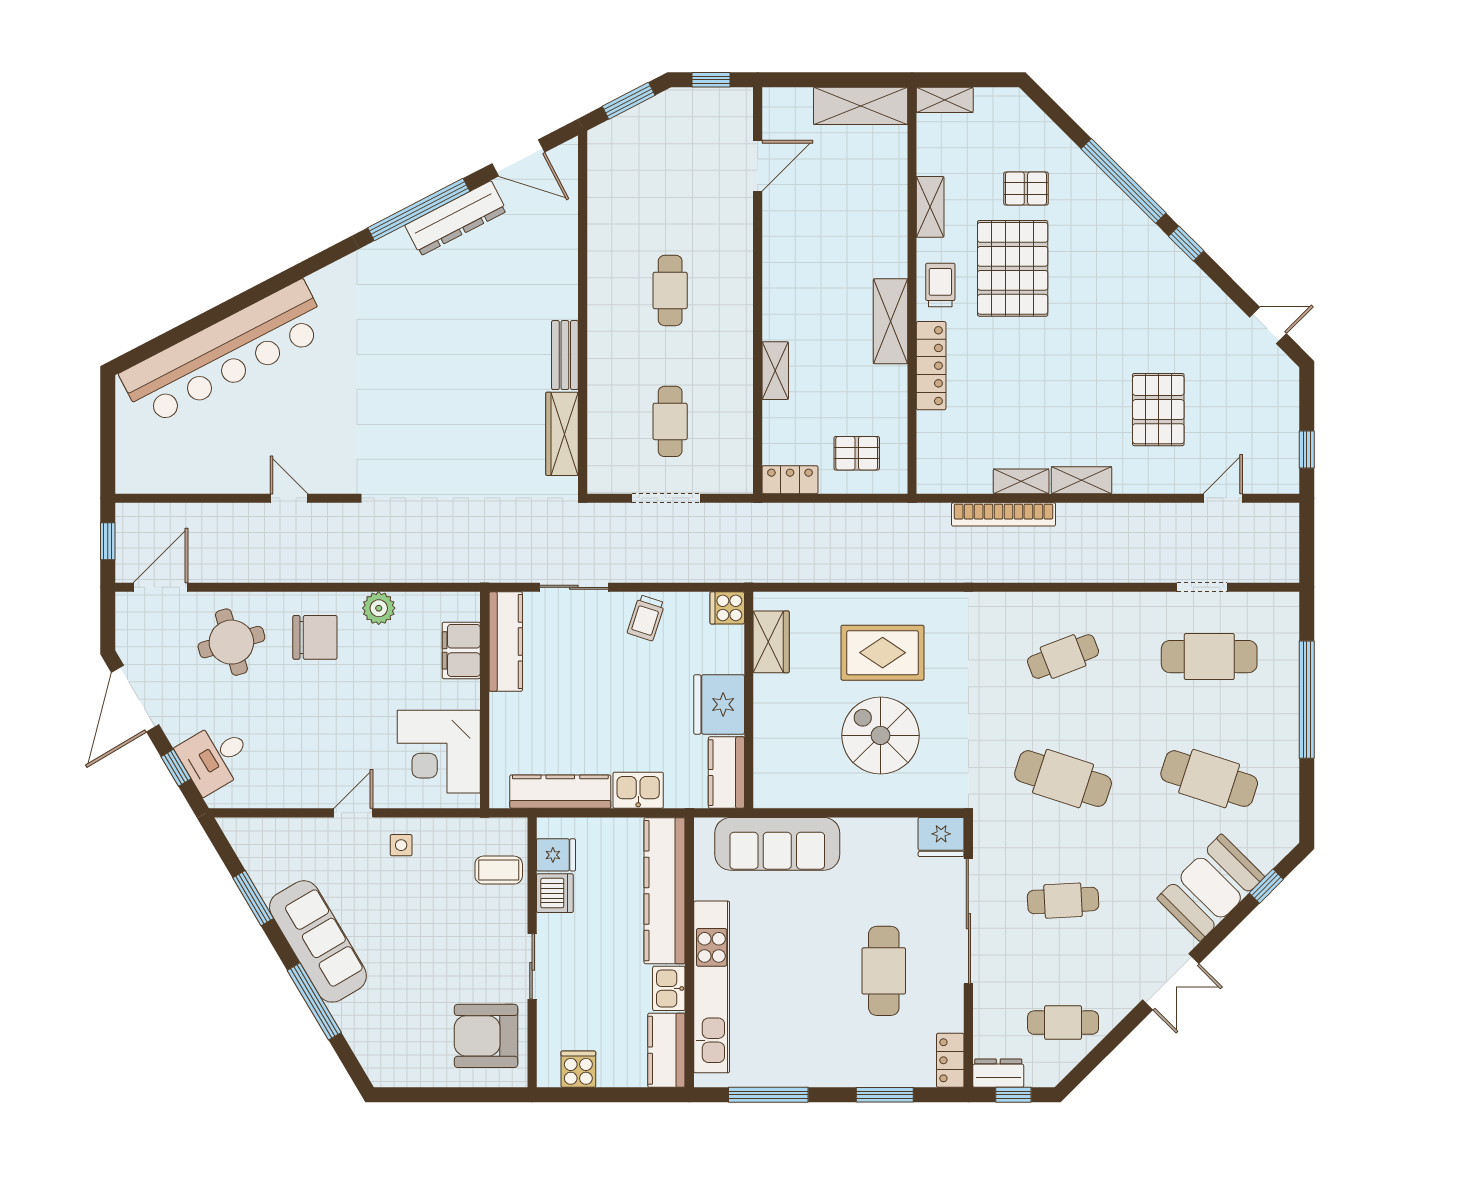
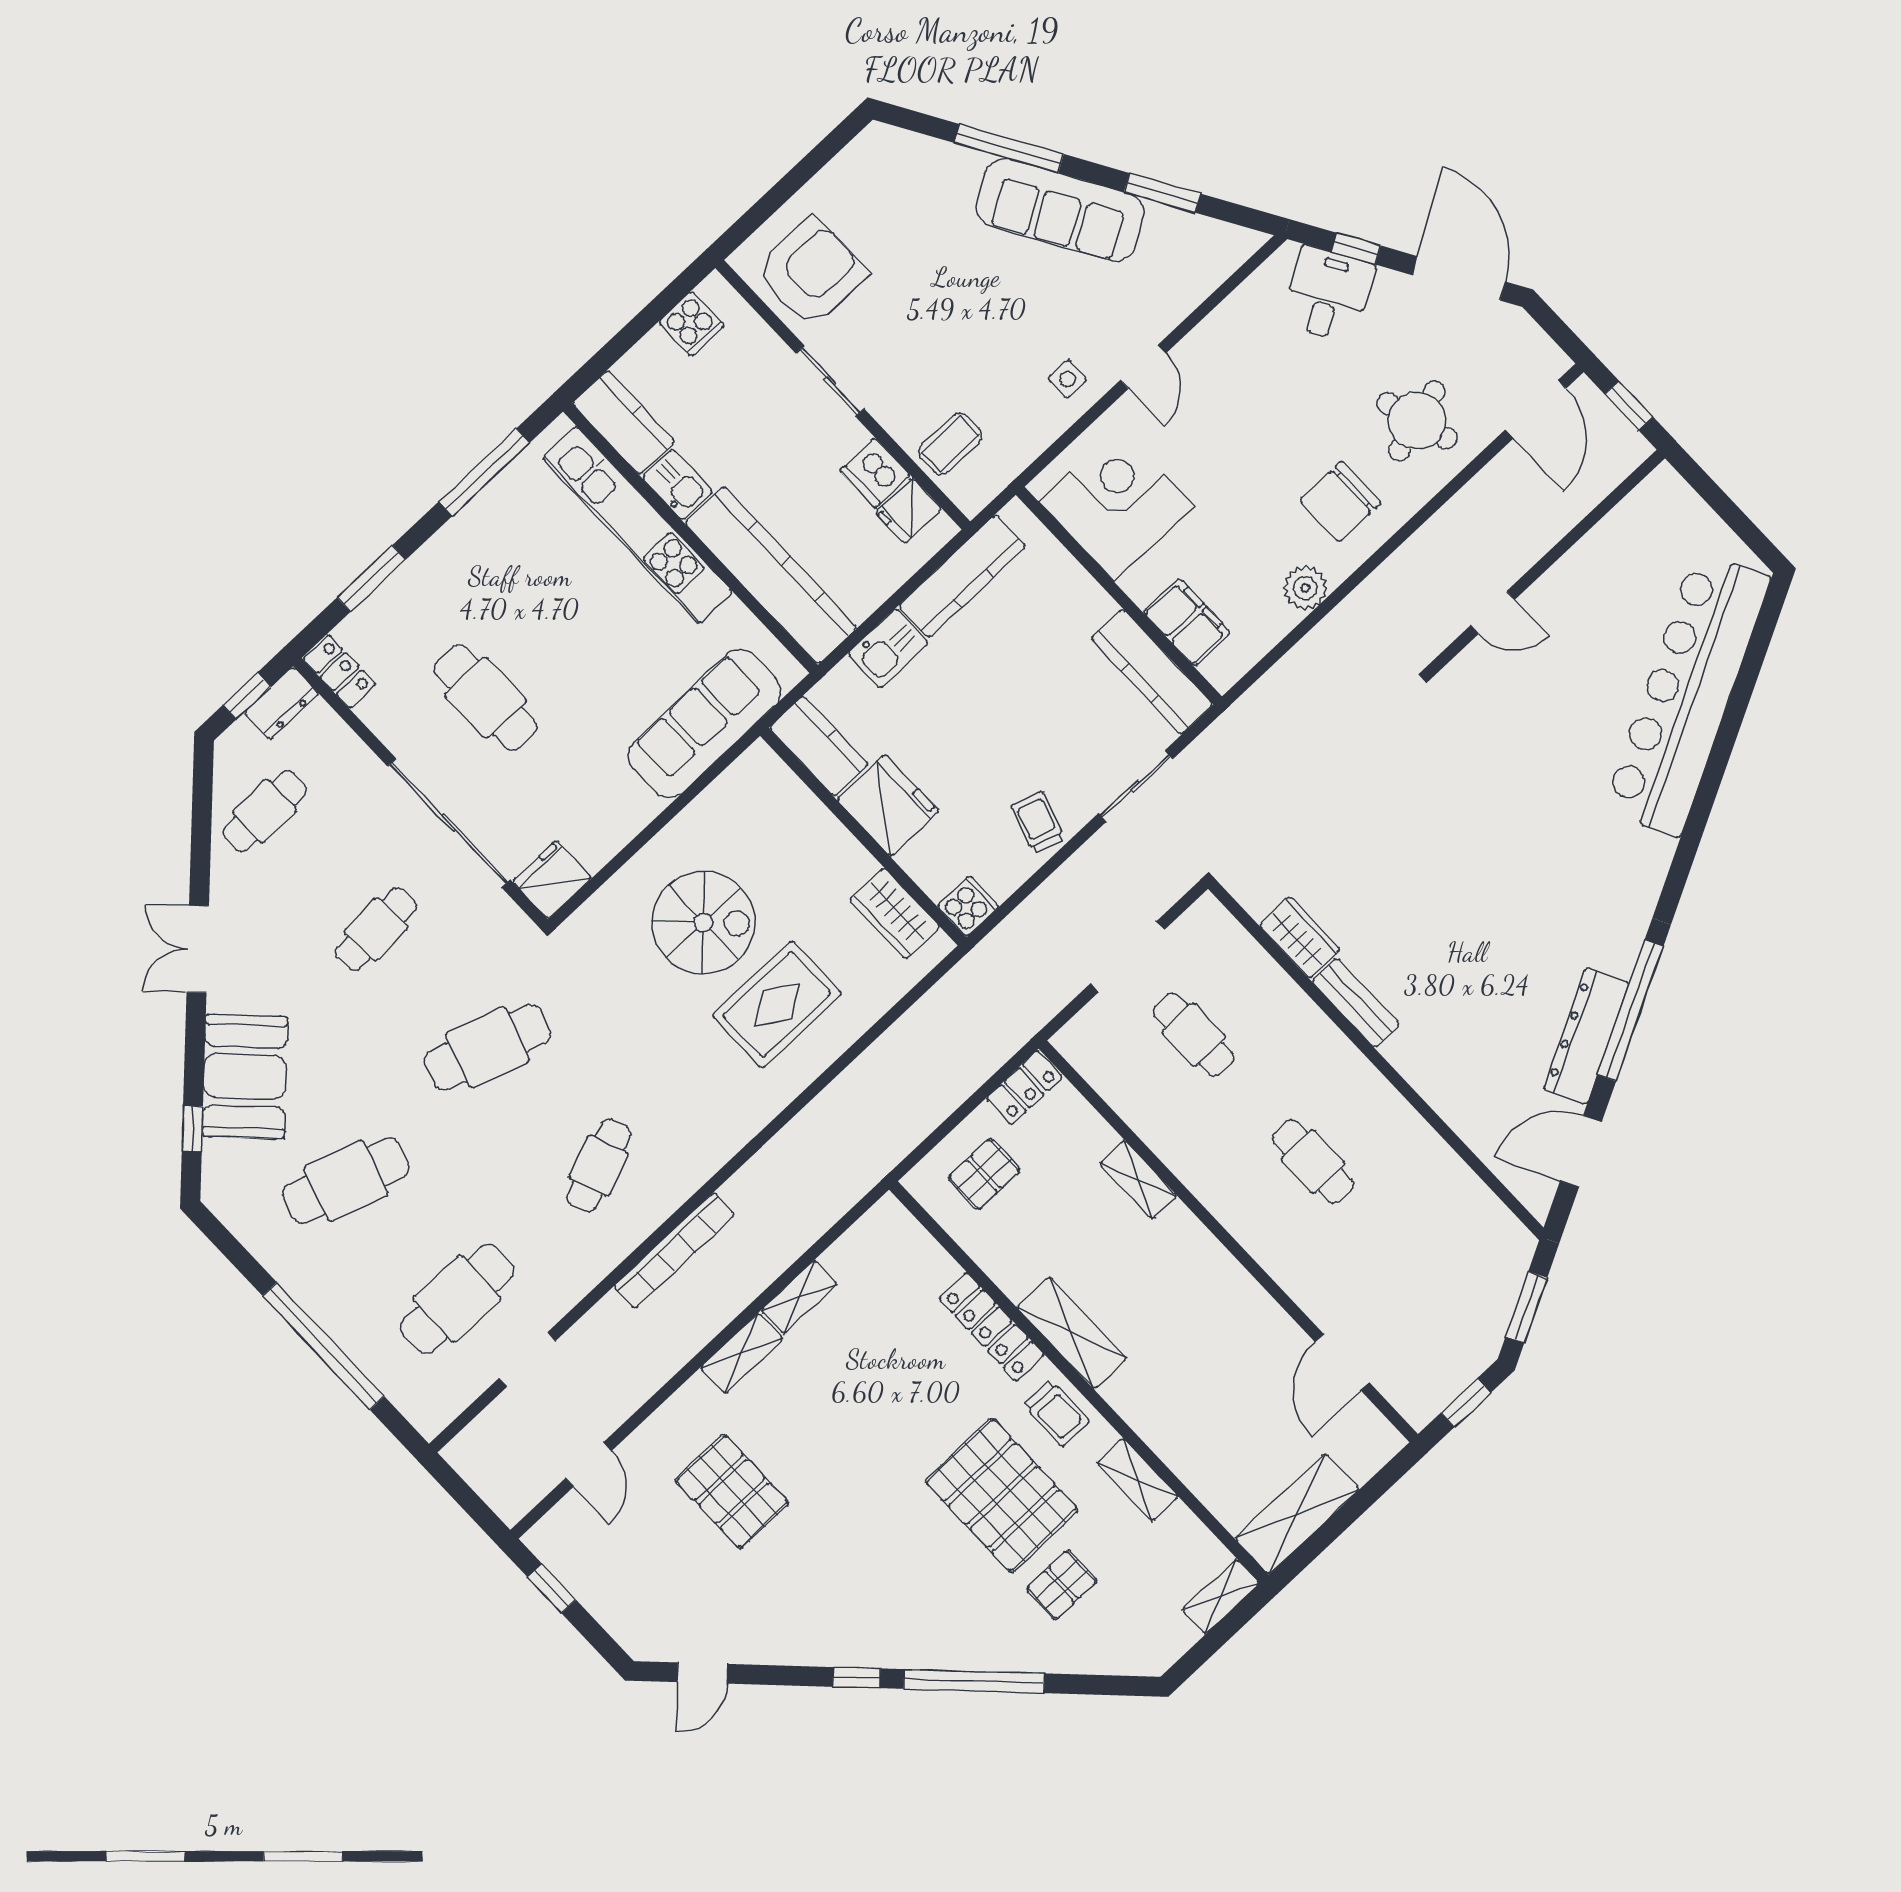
wardrobe: (562, 434) -> (1300, 938), width x0.67
bookcase: (1003, 514) -> (674, 1251), moved, turned 180

